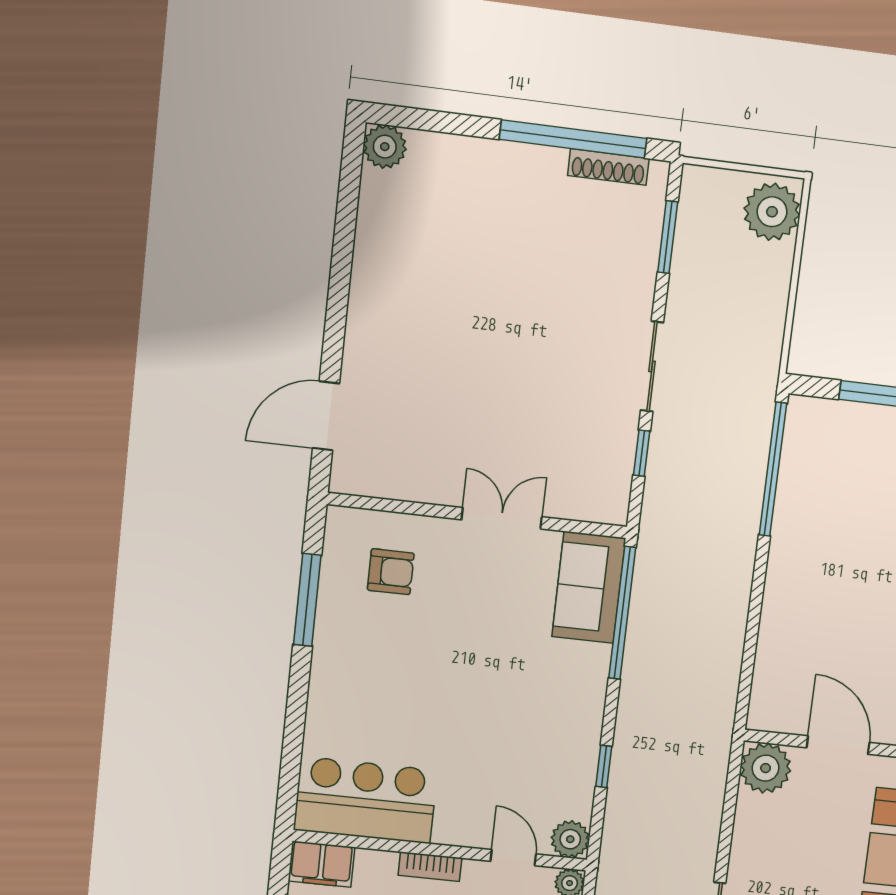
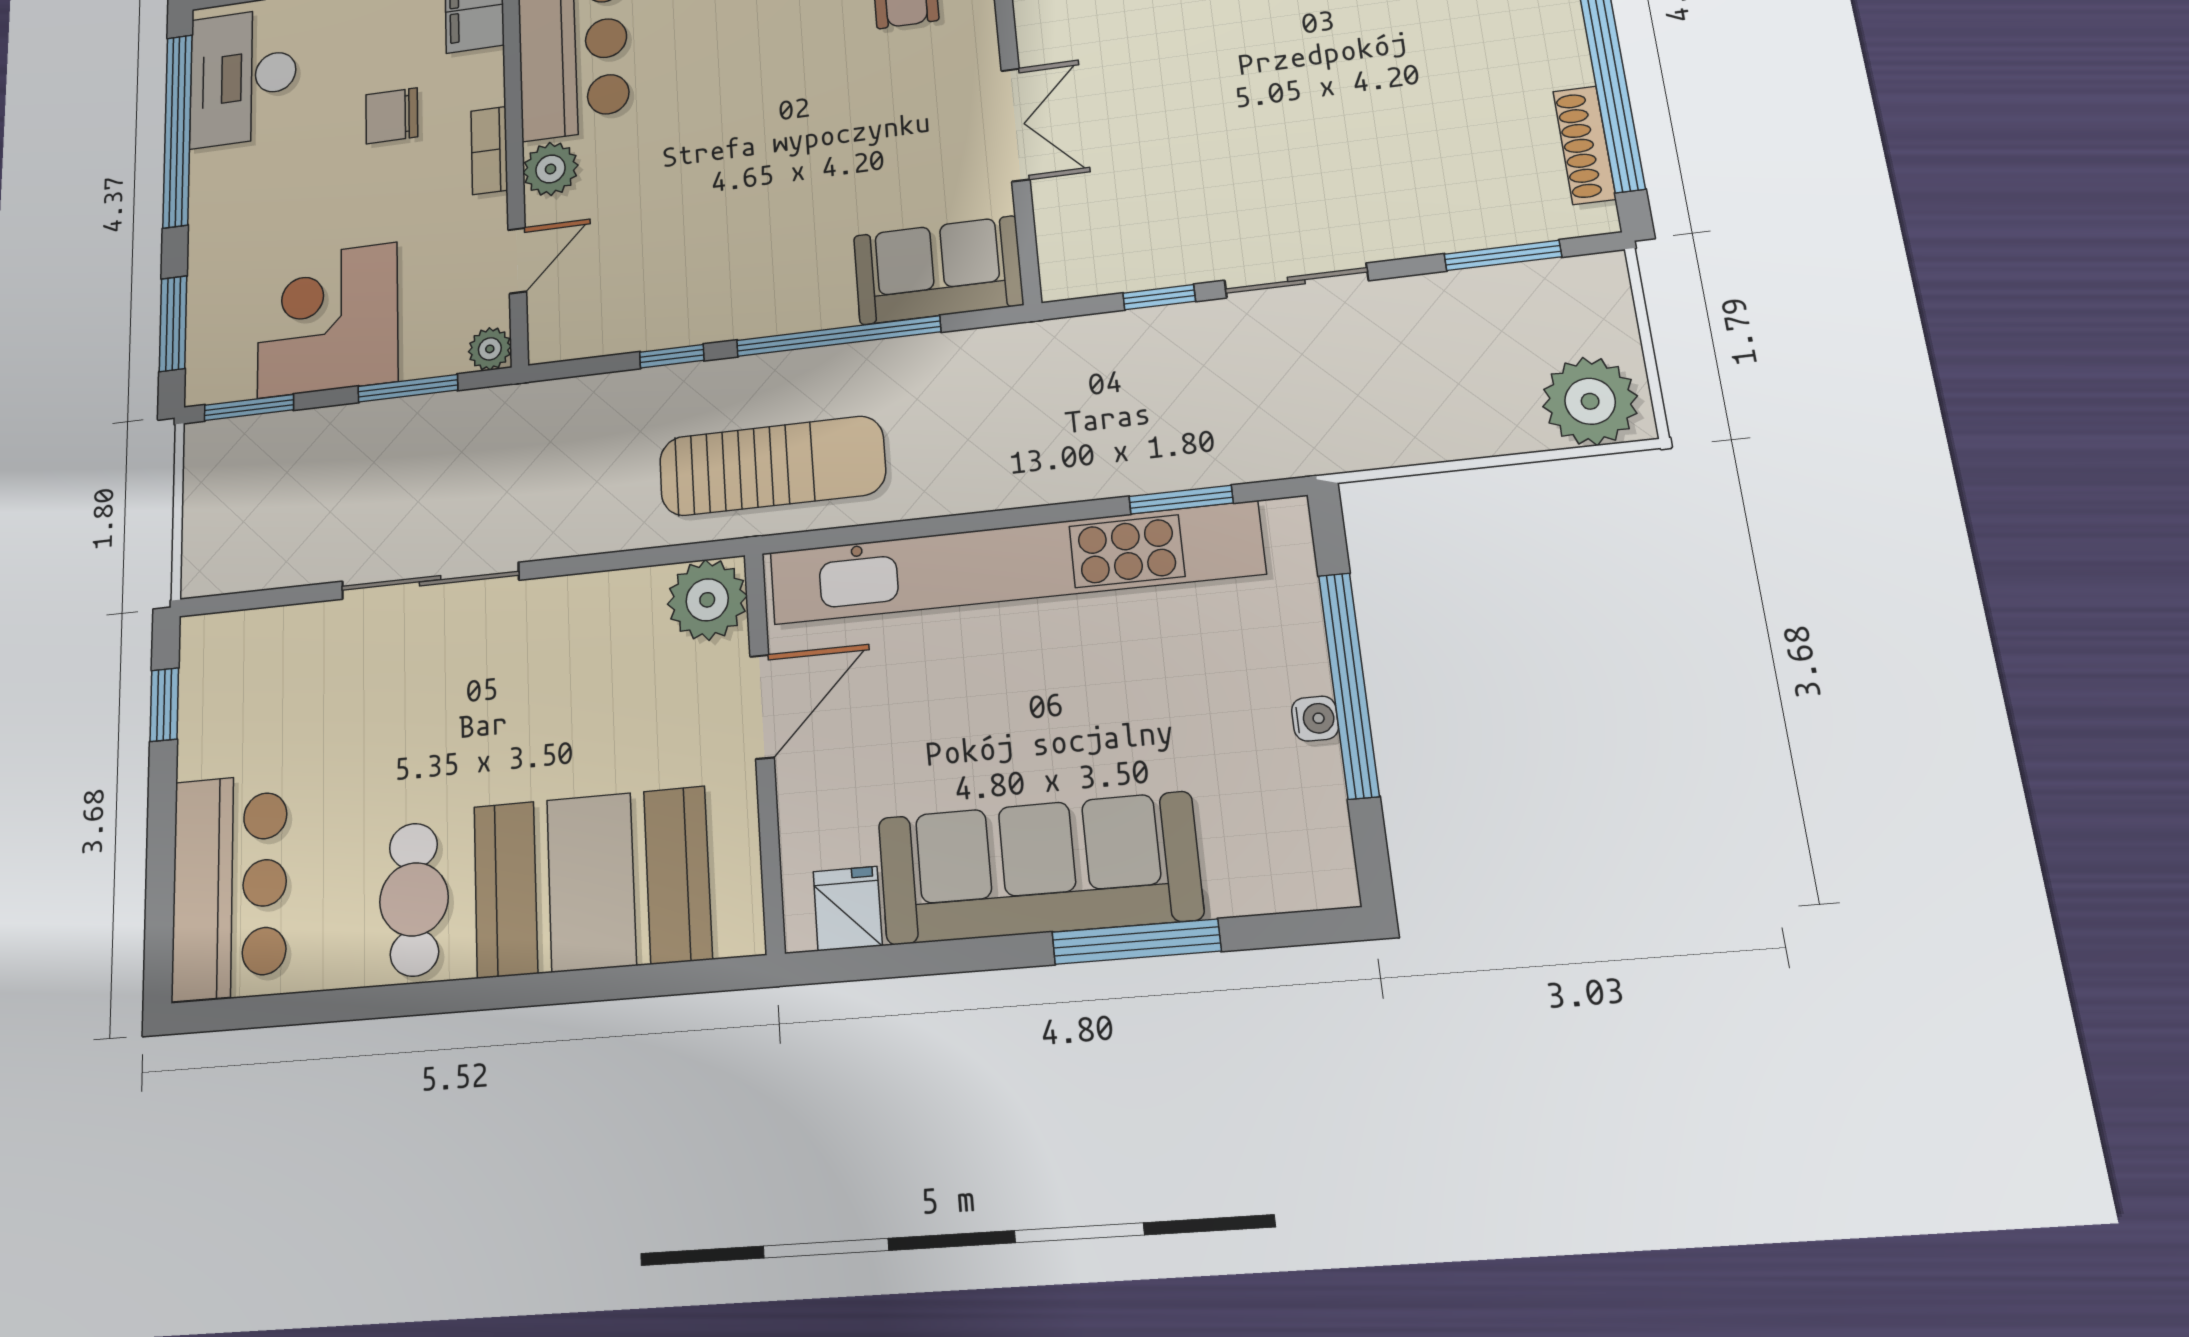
window: (773, 469) -> (1181, 500), width x0.47
kitchen unit: (787, 578) -> (1014, 563), added
window: (622, 613) -> (838, 336), moved
sun lounger: (691, 715) -> (772, 466), added
plant: (570, 839) -> (551, 169), moved

